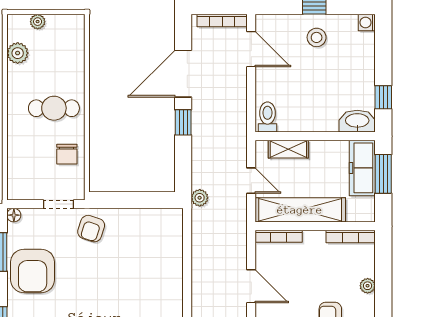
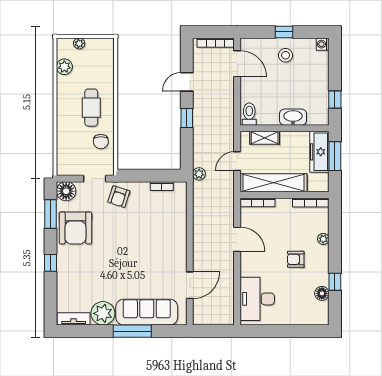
door: (183, 74) -> (187, 82), width x0.53
cafe table: (54, 108) -> (91, 108), turned 90
washbasin: (357, 121) -> (293, 117), moved
door: (251, 181) -> (237, 161), swing flipped
bookcase: (149, 214) -> (162, 186), added
floor lamp: (14, 215) -> (66, 191), width x1.89, depth x1.89

